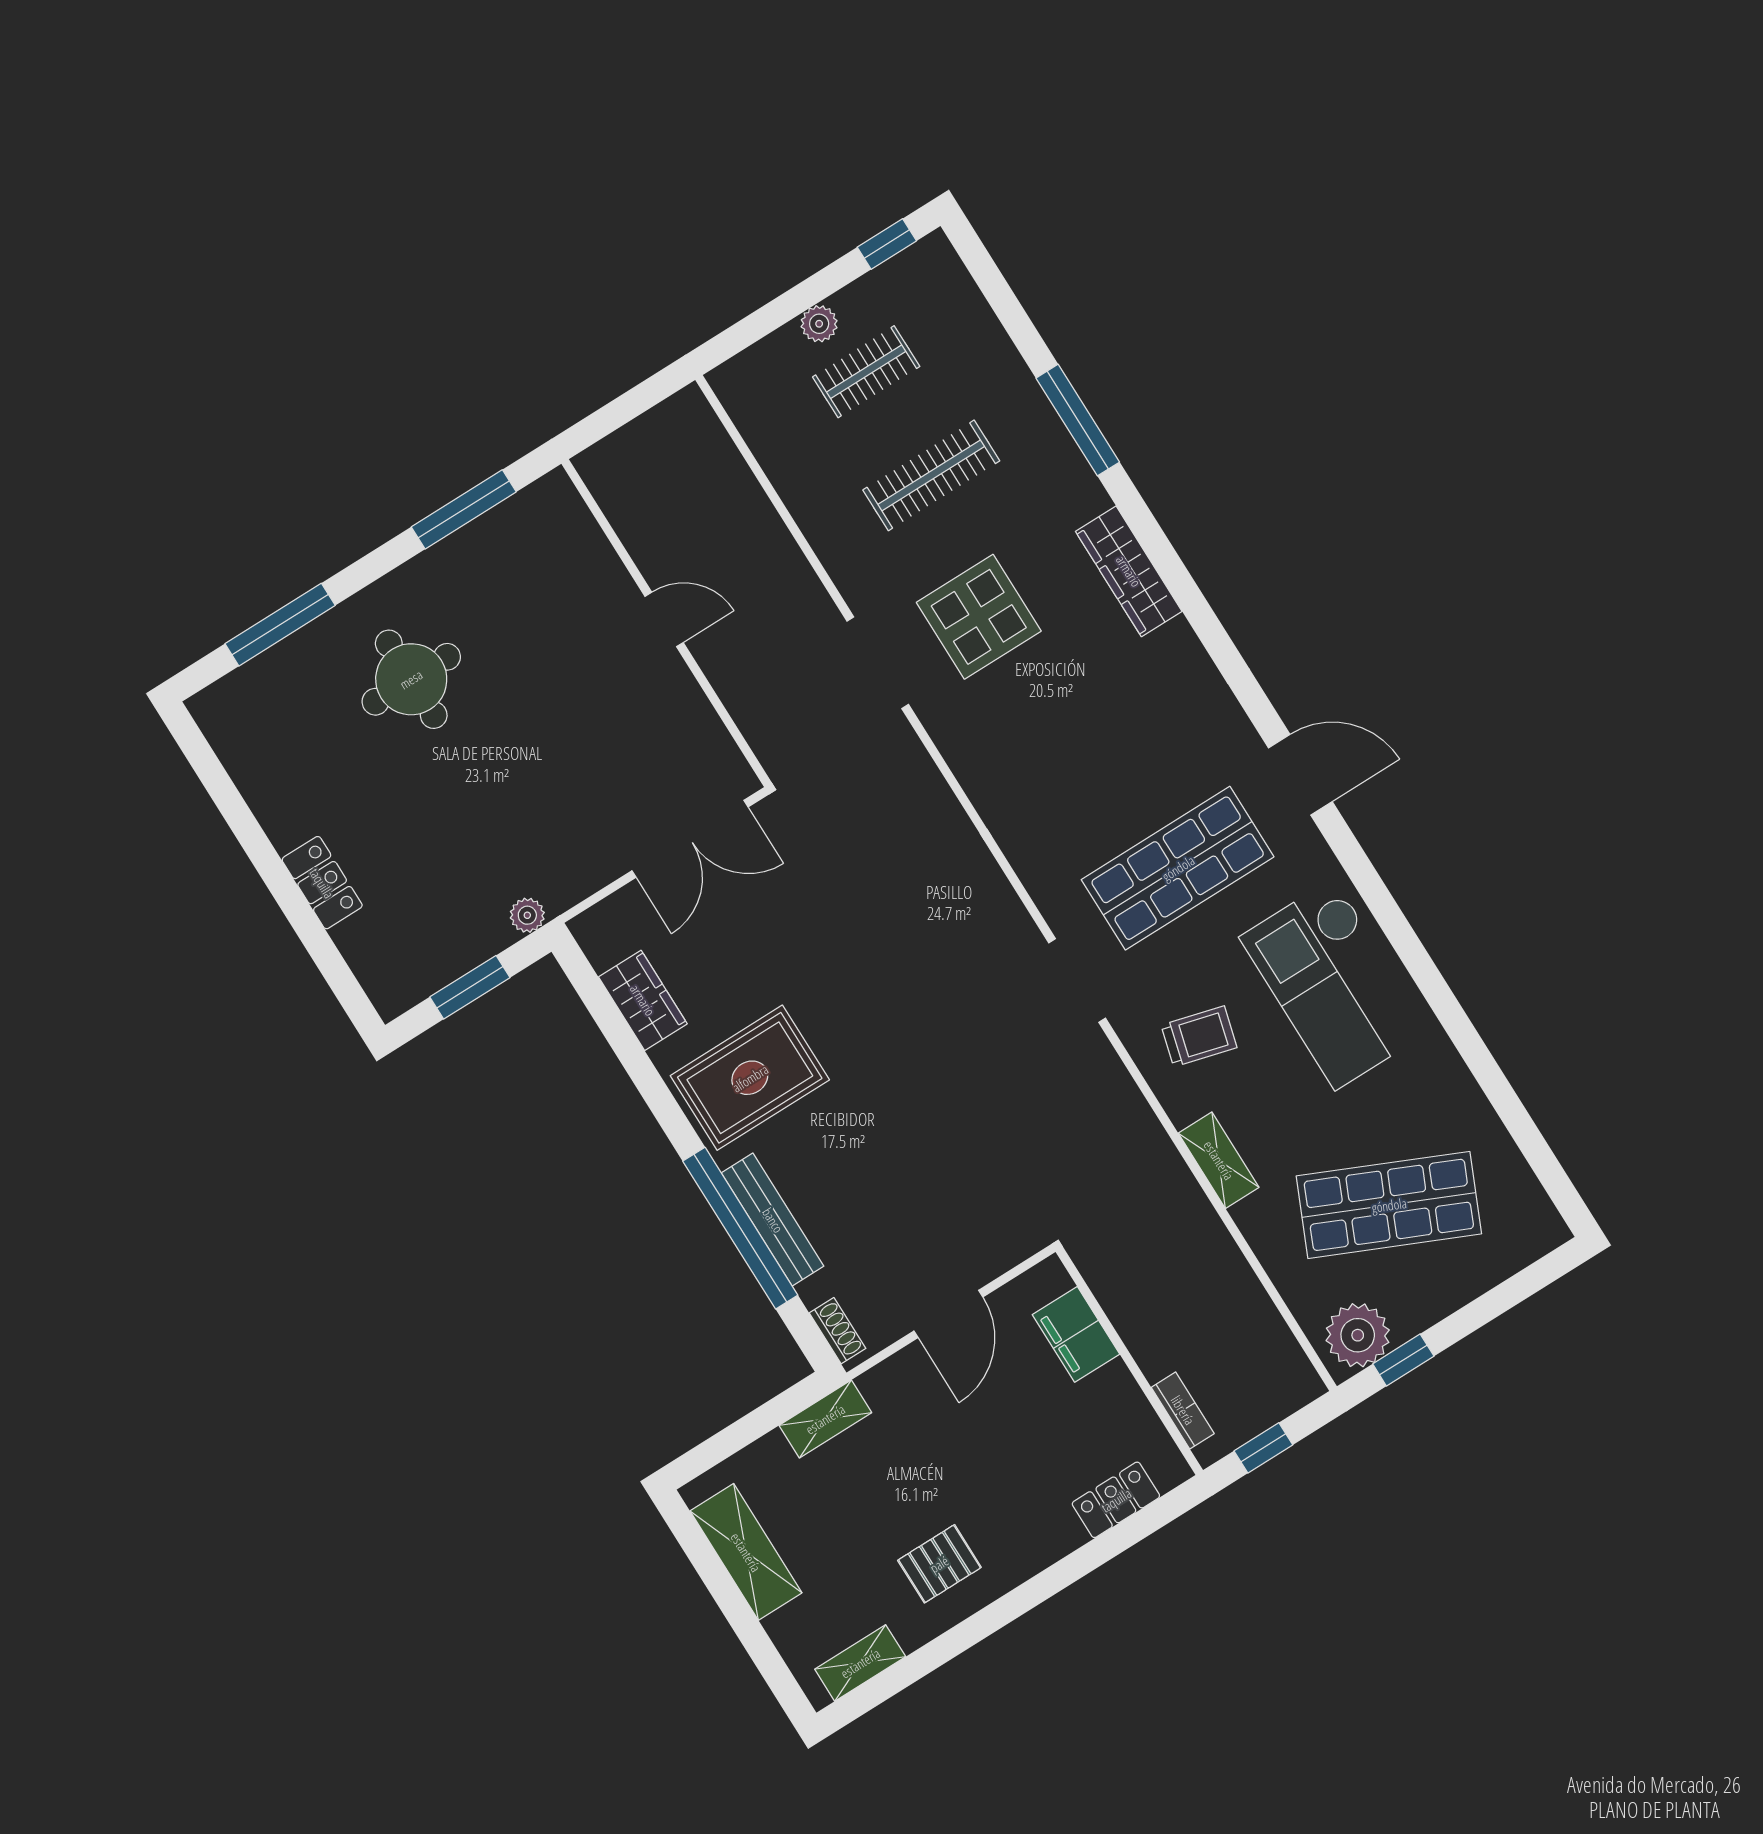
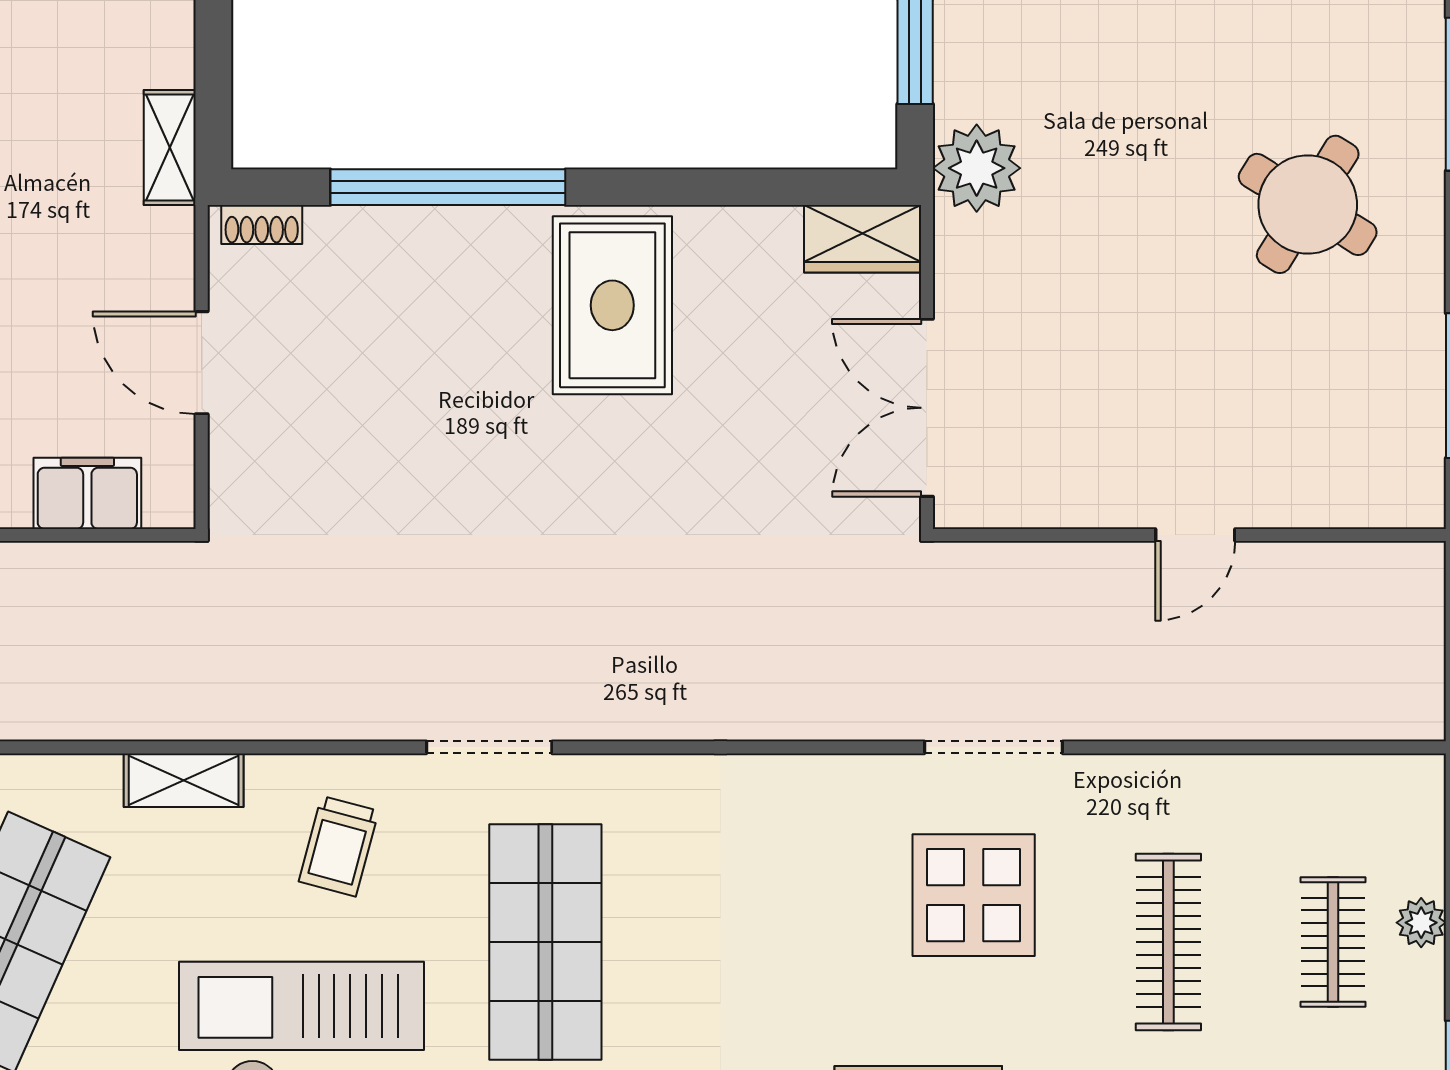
round table: (411, 679) -> (1308, 204), turned 32
plant: (527, 915) -> (977, 168), width x1.88, depth x1.88
wardrobe: (643, 1000) -> (863, 239), moved
bench: (773, 1220) -> (435, 230), removed

